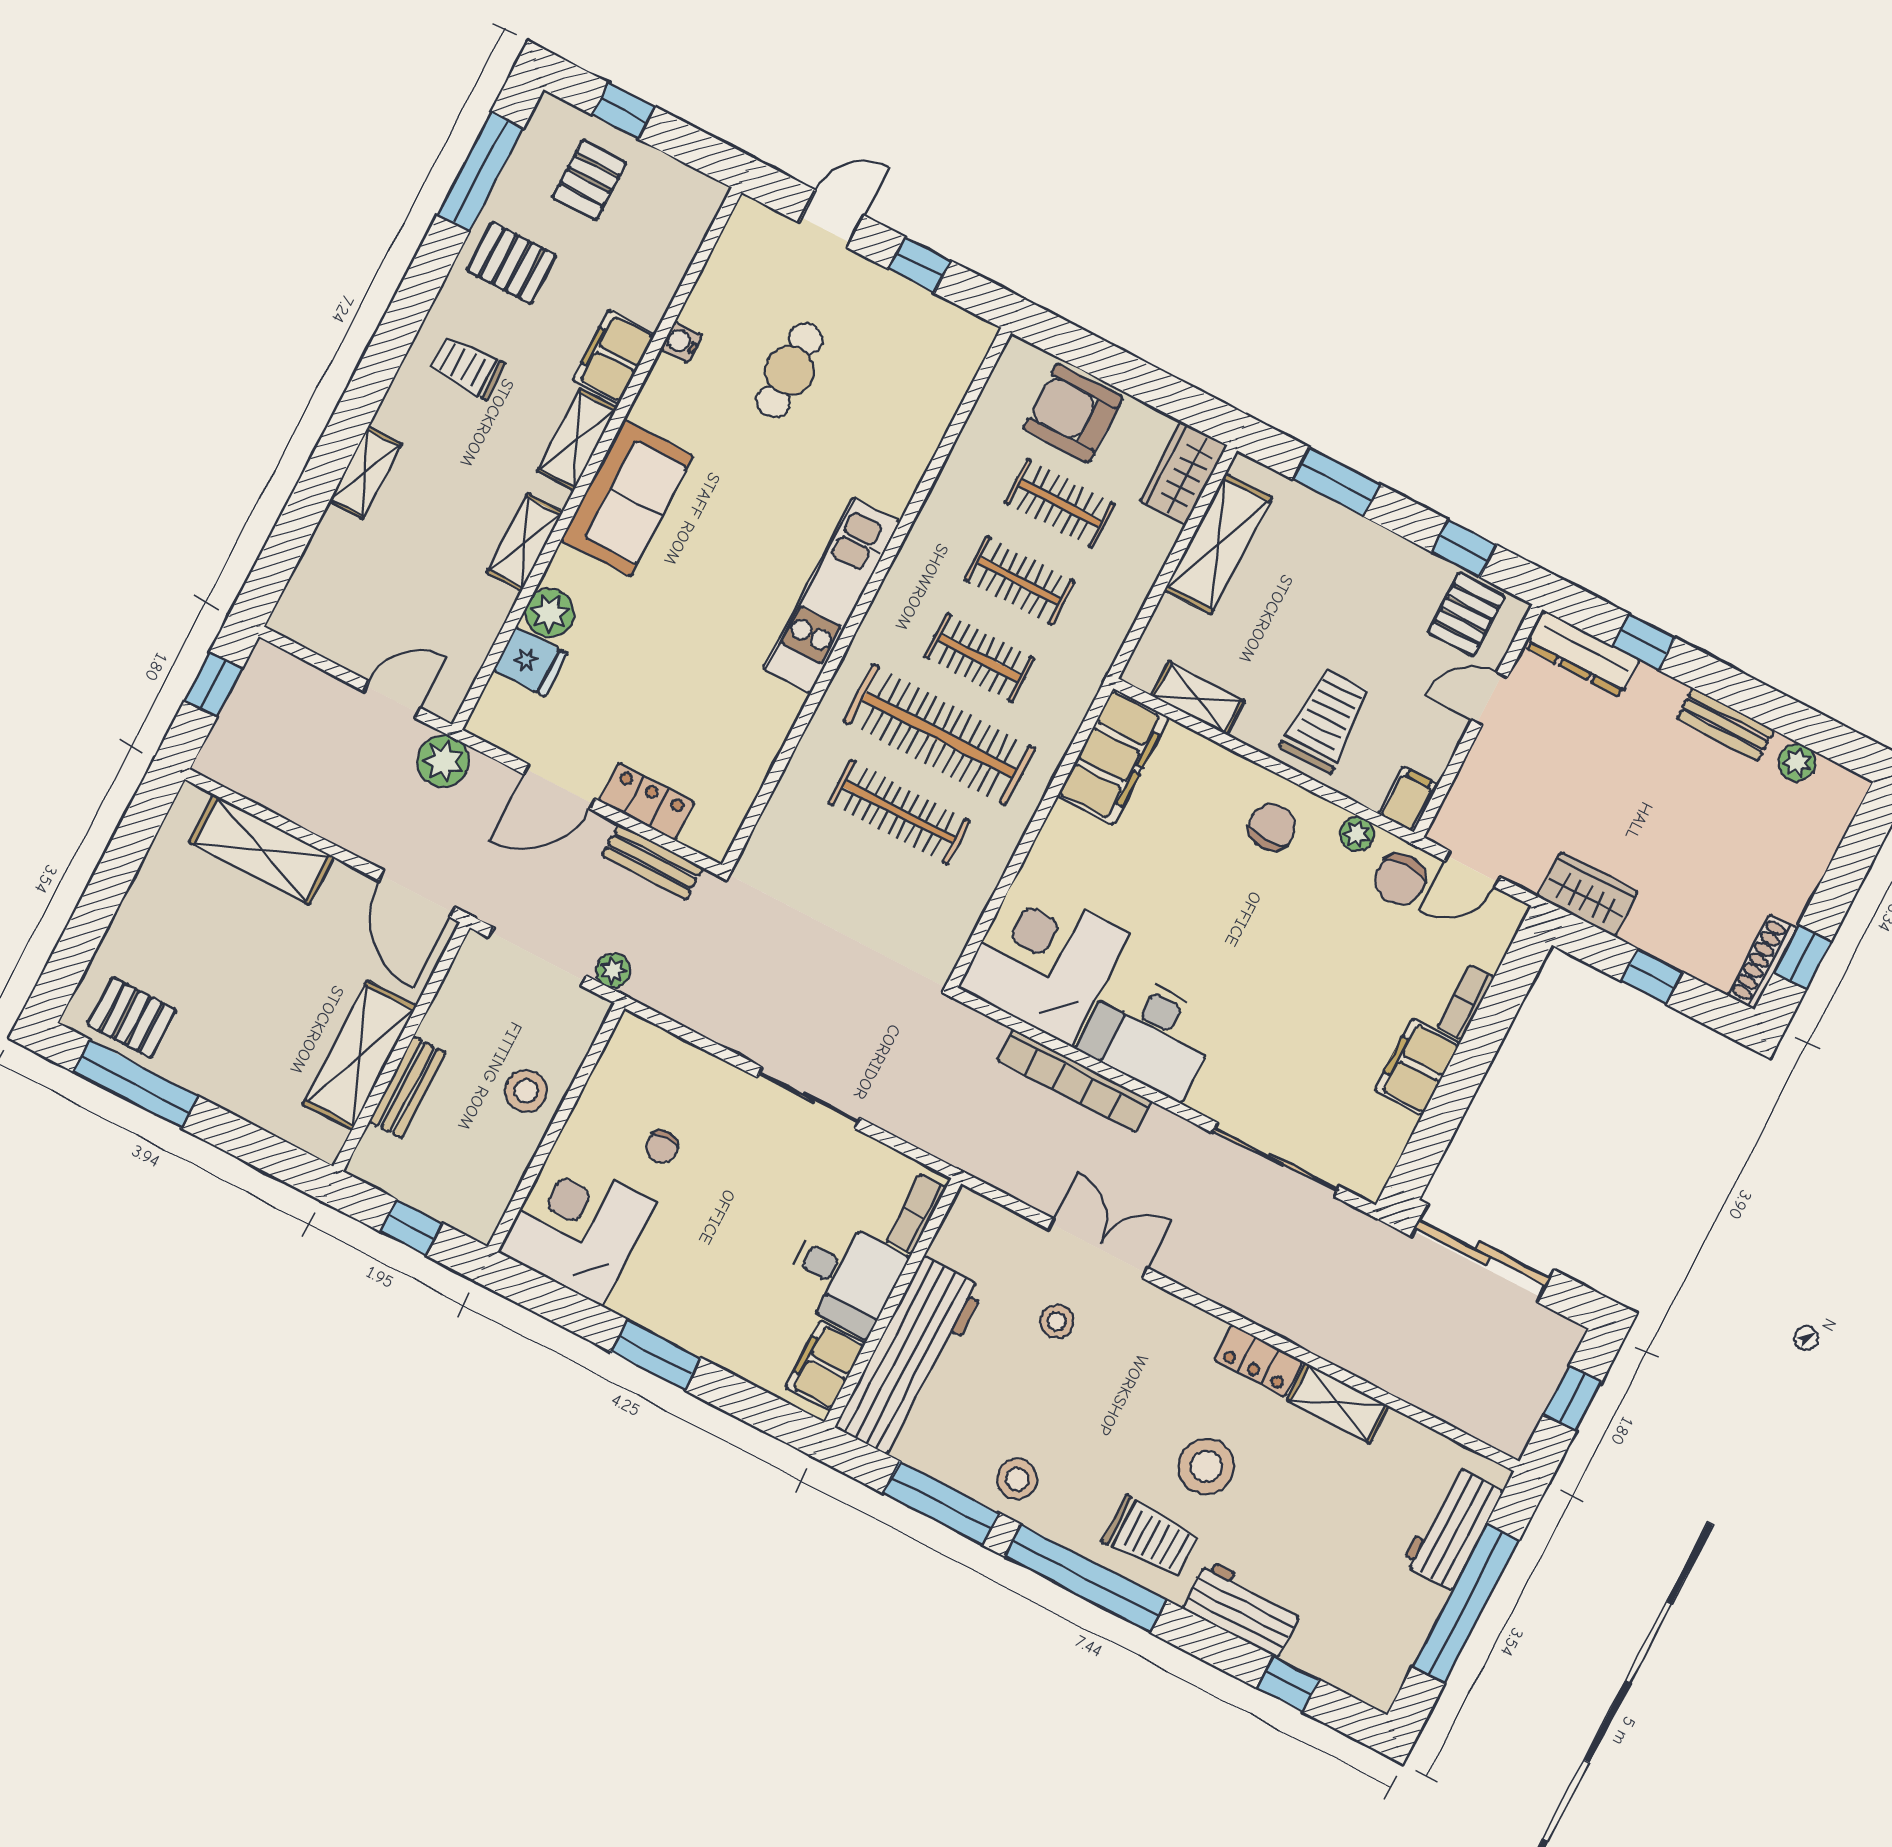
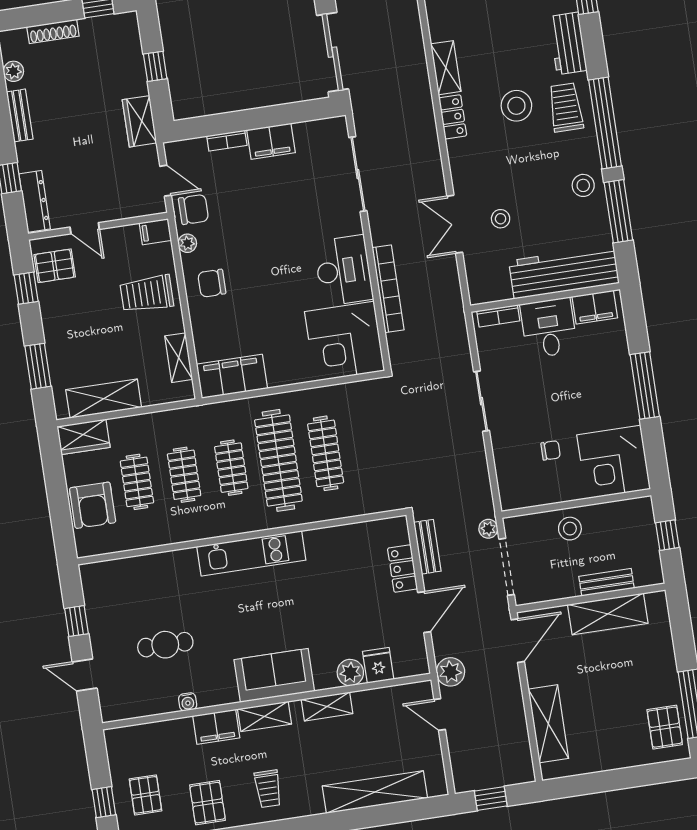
pallet: (589, 180) -> (146, 795), turned 90
shelving: (365, 473) -> (375, 792), width x2.20, depth x1.33
door: (559, 787) -> (424, 612), hinge flipped
shoe rack: (1762, 962) -> (53, 31), moved
window: (656, 1355) -> (645, 385), width x1.44

